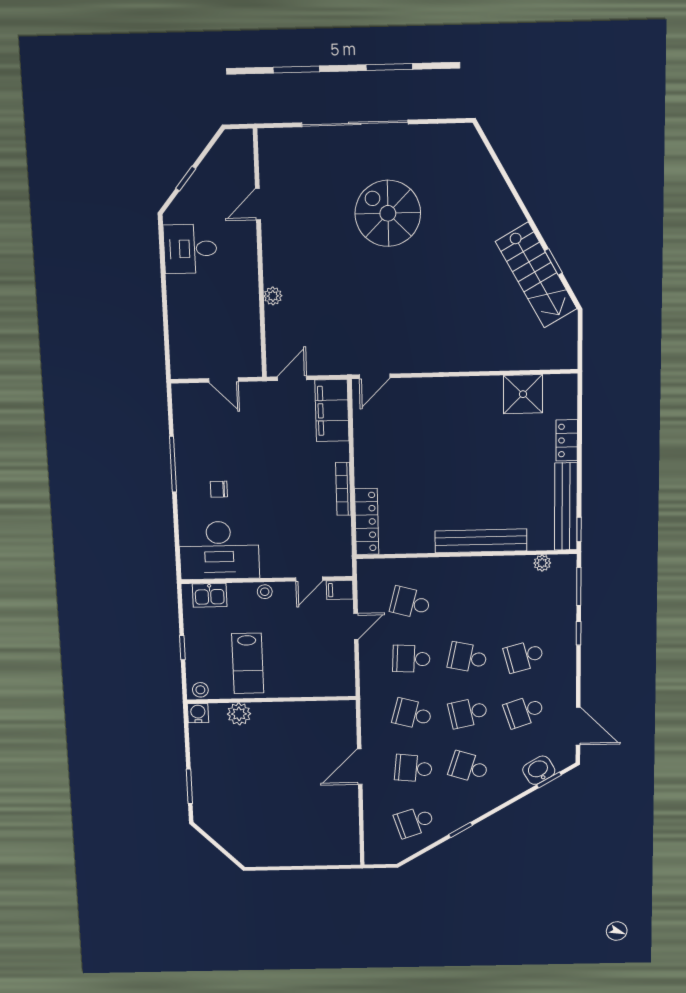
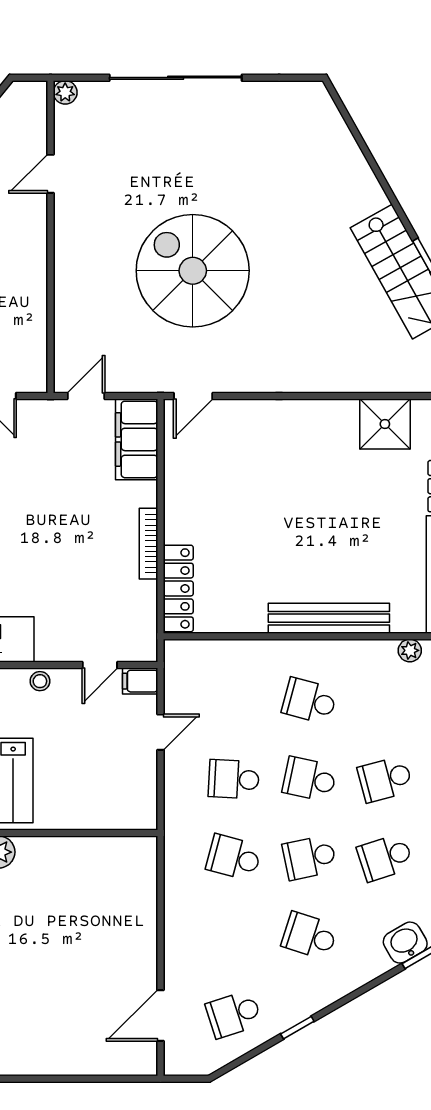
spiral stairs: (388, 213) -> (193, 271), moved, width x1.37, depth x1.37
plant: (273, 296) -> (65, 92), moved
school desk: (410, 603) -> (309, 701), moved
door: (360, 767) -> (160, 1015), moved
school desk: (413, 768) -> (234, 936), removed

